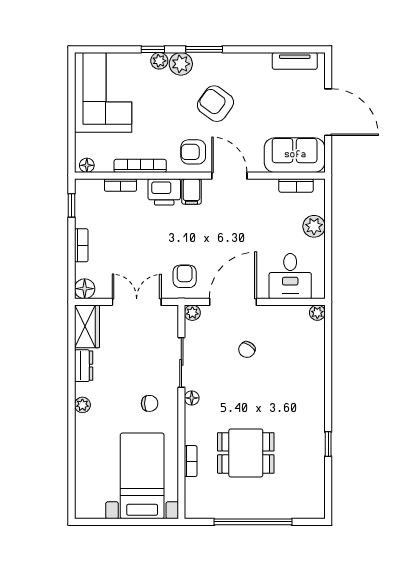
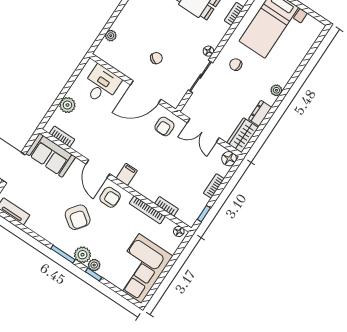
printer: (164, 192) -> (143, 185), removed
plant: (192, 313) -> (174, 102), removed
plant: (317, 313) -> (111, 36), moved

